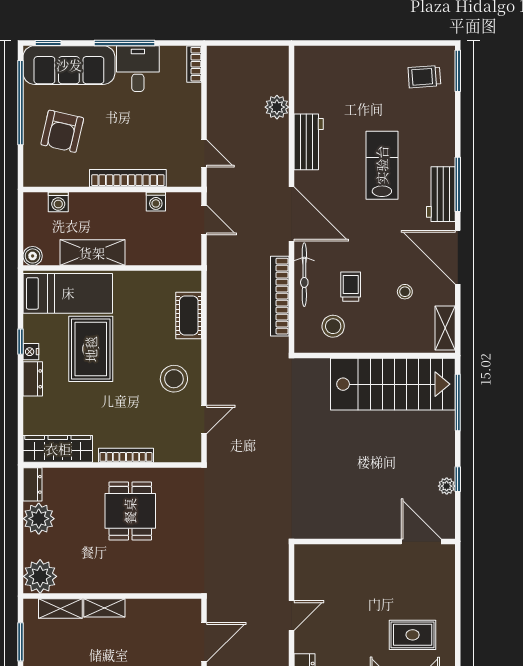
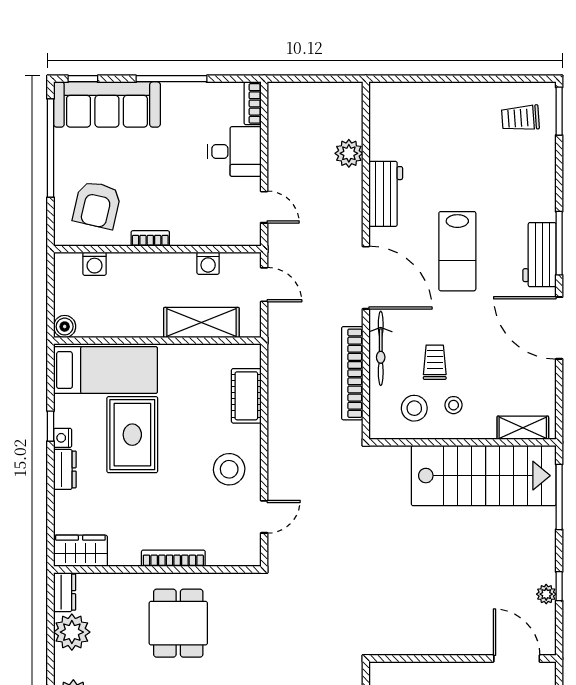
desk: (138, 69) -> (234, 152), moved, turned 90
armchair: (62, 131) -> (97, 205), moved
lab bench: (382, 165) -> (457, 251), moved, turned 180
bookcase: (128, 178) -> (150, 238), width x0.43, depth x0.76
shelving: (92, 253) -> (201, 323), moved
stool: (405, 292) -> (454, 405), moved
shelving: (445, 328) -> (523, 428), moved, turned 90
wardrobe: (58, 449) -> (80, 551), width x0.67

